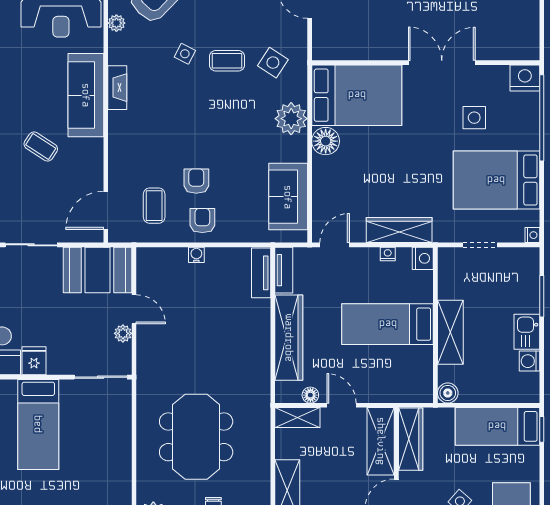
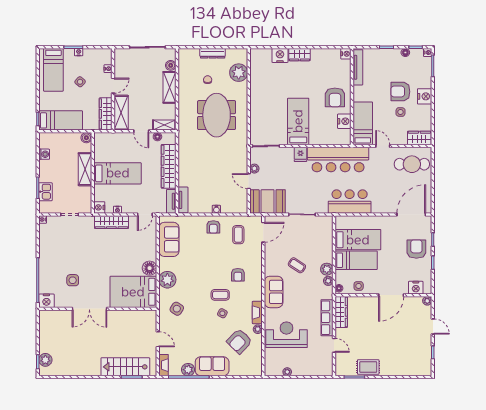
coffee table: (227, 61) -> (220, 295), moved
fireplace: (117, 88) -> (257, 312), moved
sofa: (86, 95) -> (274, 292), width x0.73
bed: (496, 180) -> (61, 248), removed
armchair: (196, 181) -> (238, 275), moved
kitchen sink: (527, 332) -> (45, 192), moved

